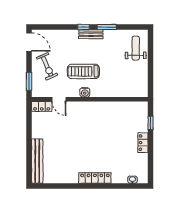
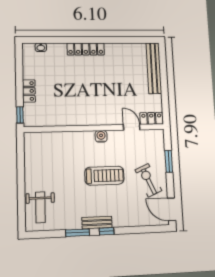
water cooler: (85, 92) -> (101, 136), moved
door: (59, 99) -> (132, 127), moved
wall: (90, 99) -> (95, 128), moved
locker: (42, 106) -> (151, 118), moved

